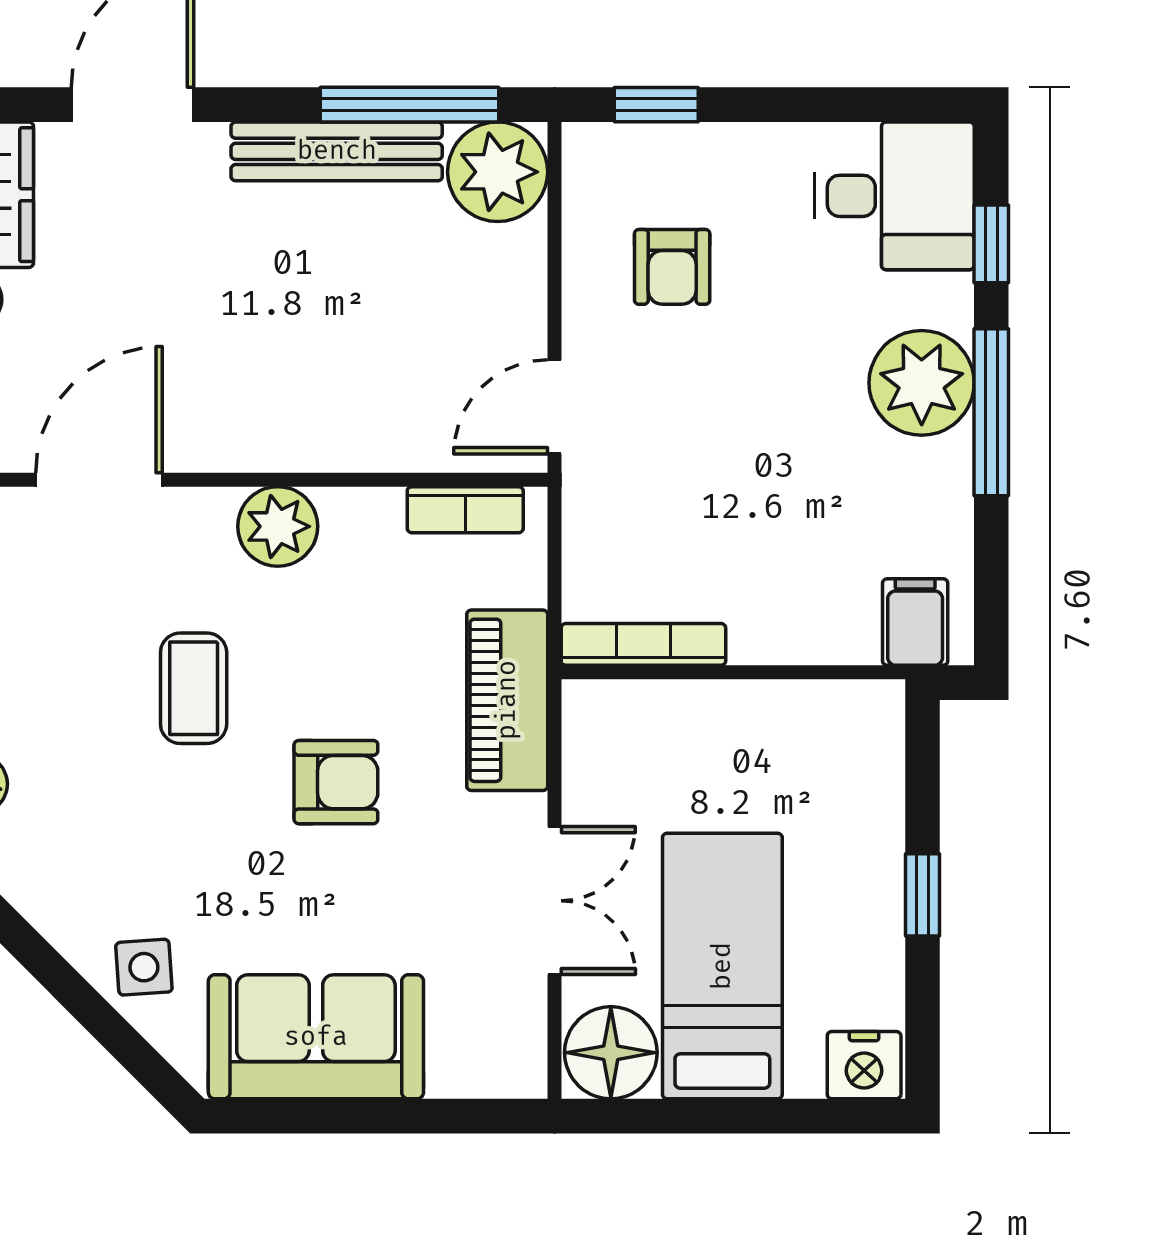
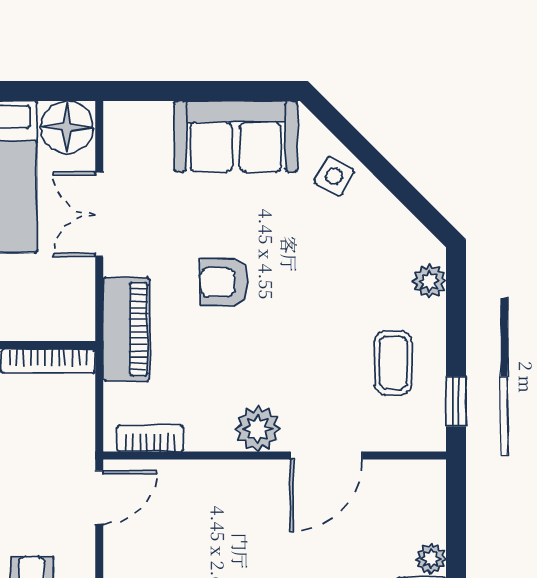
door: (99, 480) -> (326, 456), moved
coffee table: (194, 688) -> (393, 363), moved
side table: (144, 967) -> (334, 176), turned 32

